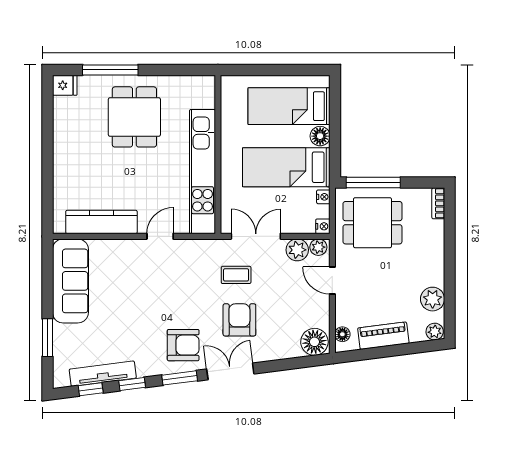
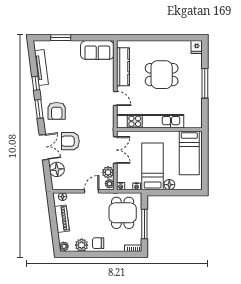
window: (110, 70) -> (205, 83), moved
bed: (289, 106) -> (189, 153), moved, turned 180
dining table: (134, 117) -> (162, 75), moved
window: (373, 182) -> (144, 224), moved
chair: (429, 268) -> (98, 243), added
coffee table: (236, 275) -> (95, 139), removed
sofa: (70, 281) -> (97, 50), width x0.73
armchair: (239, 320) -> (70, 141), turned 180
floor lamp: (314, 342) -> (57, 169), moved
double door: (230, 371) -> (44, 147), moved
window: (91, 389) -> (33, 61), removed

